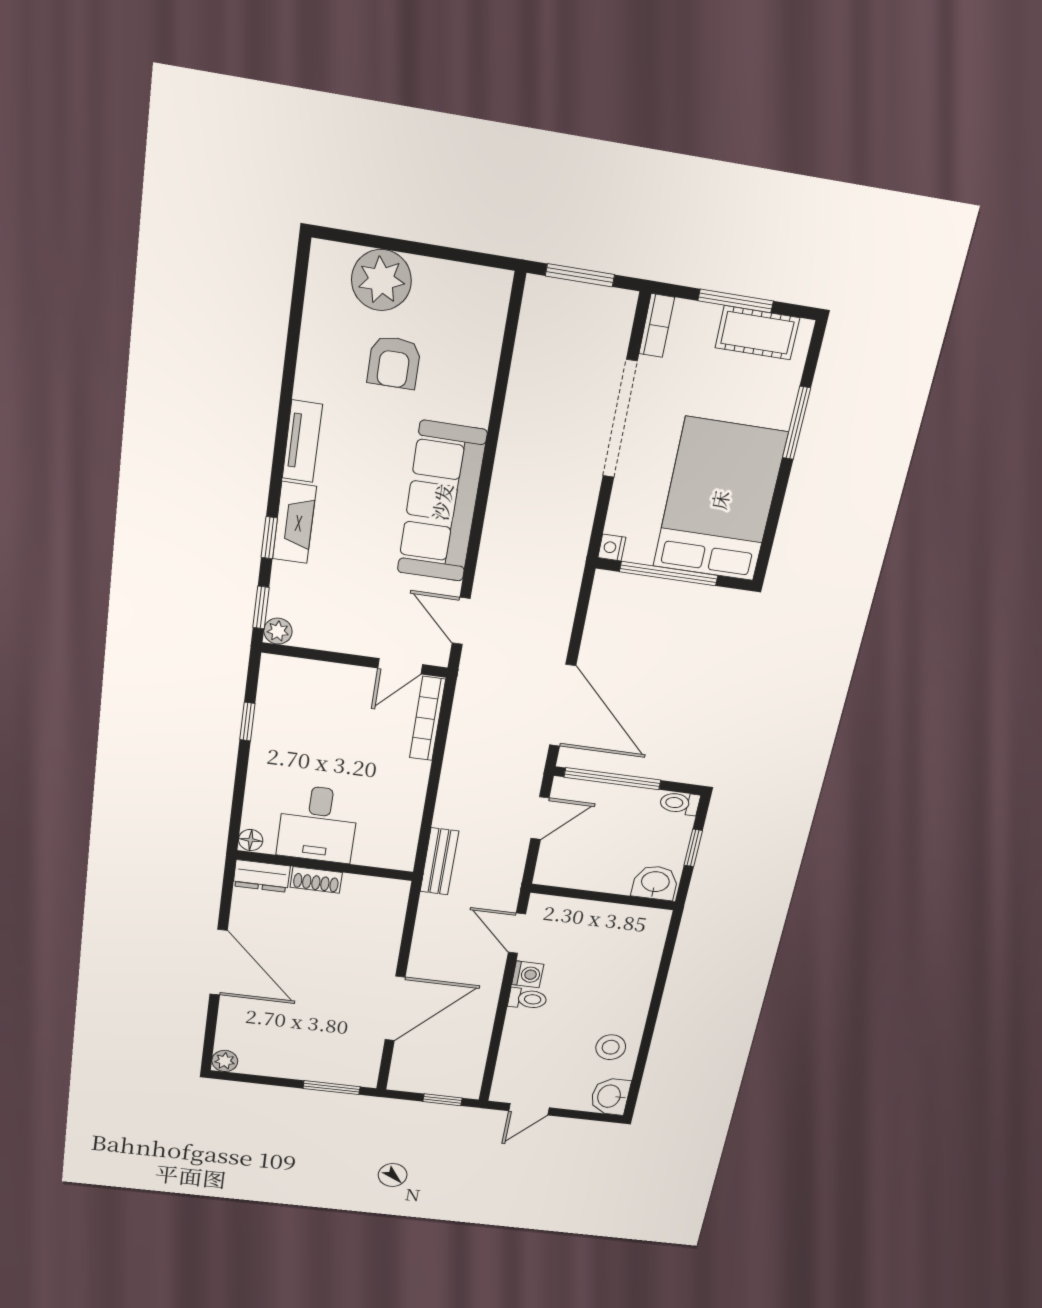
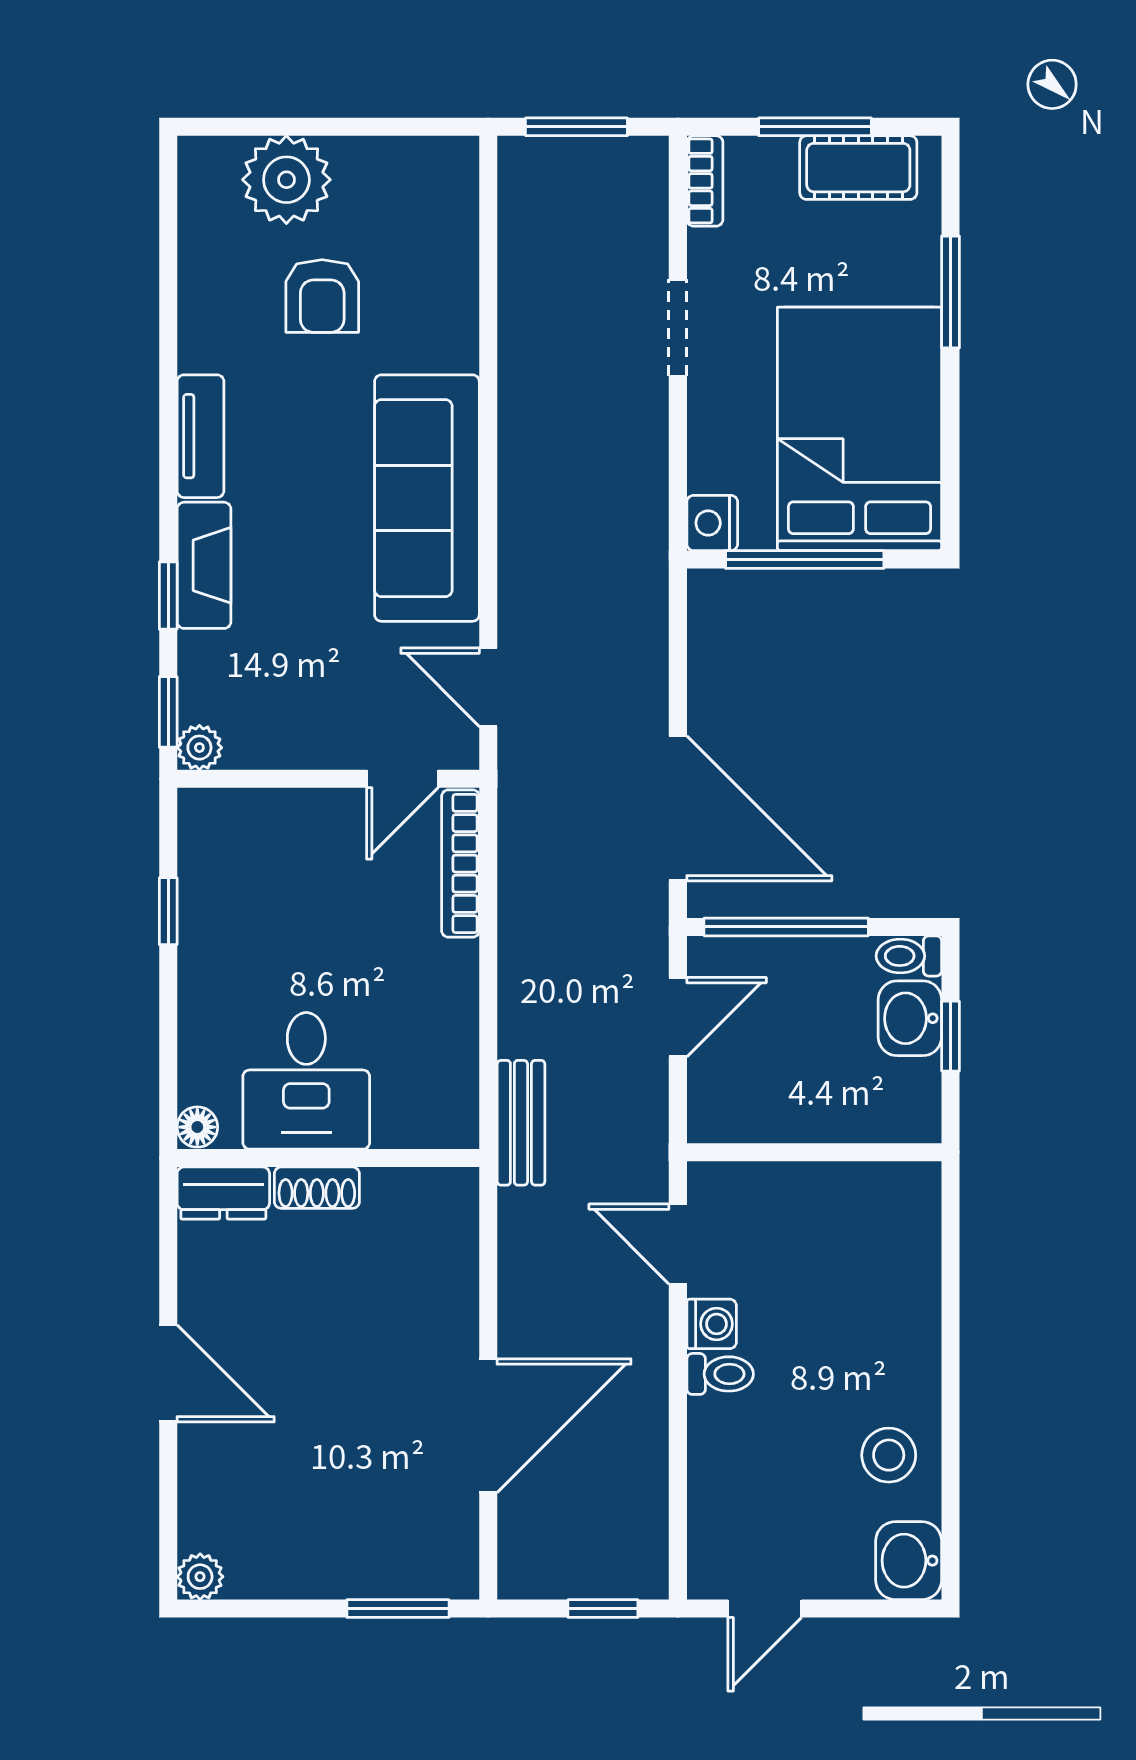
doorway: (620, 419) -> (678, 328), width x0.53
nightstand: (612, 548) -> (712, 523), width x1.39, depth x1.35
washbasin: (655, 883) -> (910, 1018), moved, turned -90
door: (219, 962) -> (168, 1373), width x0.73

